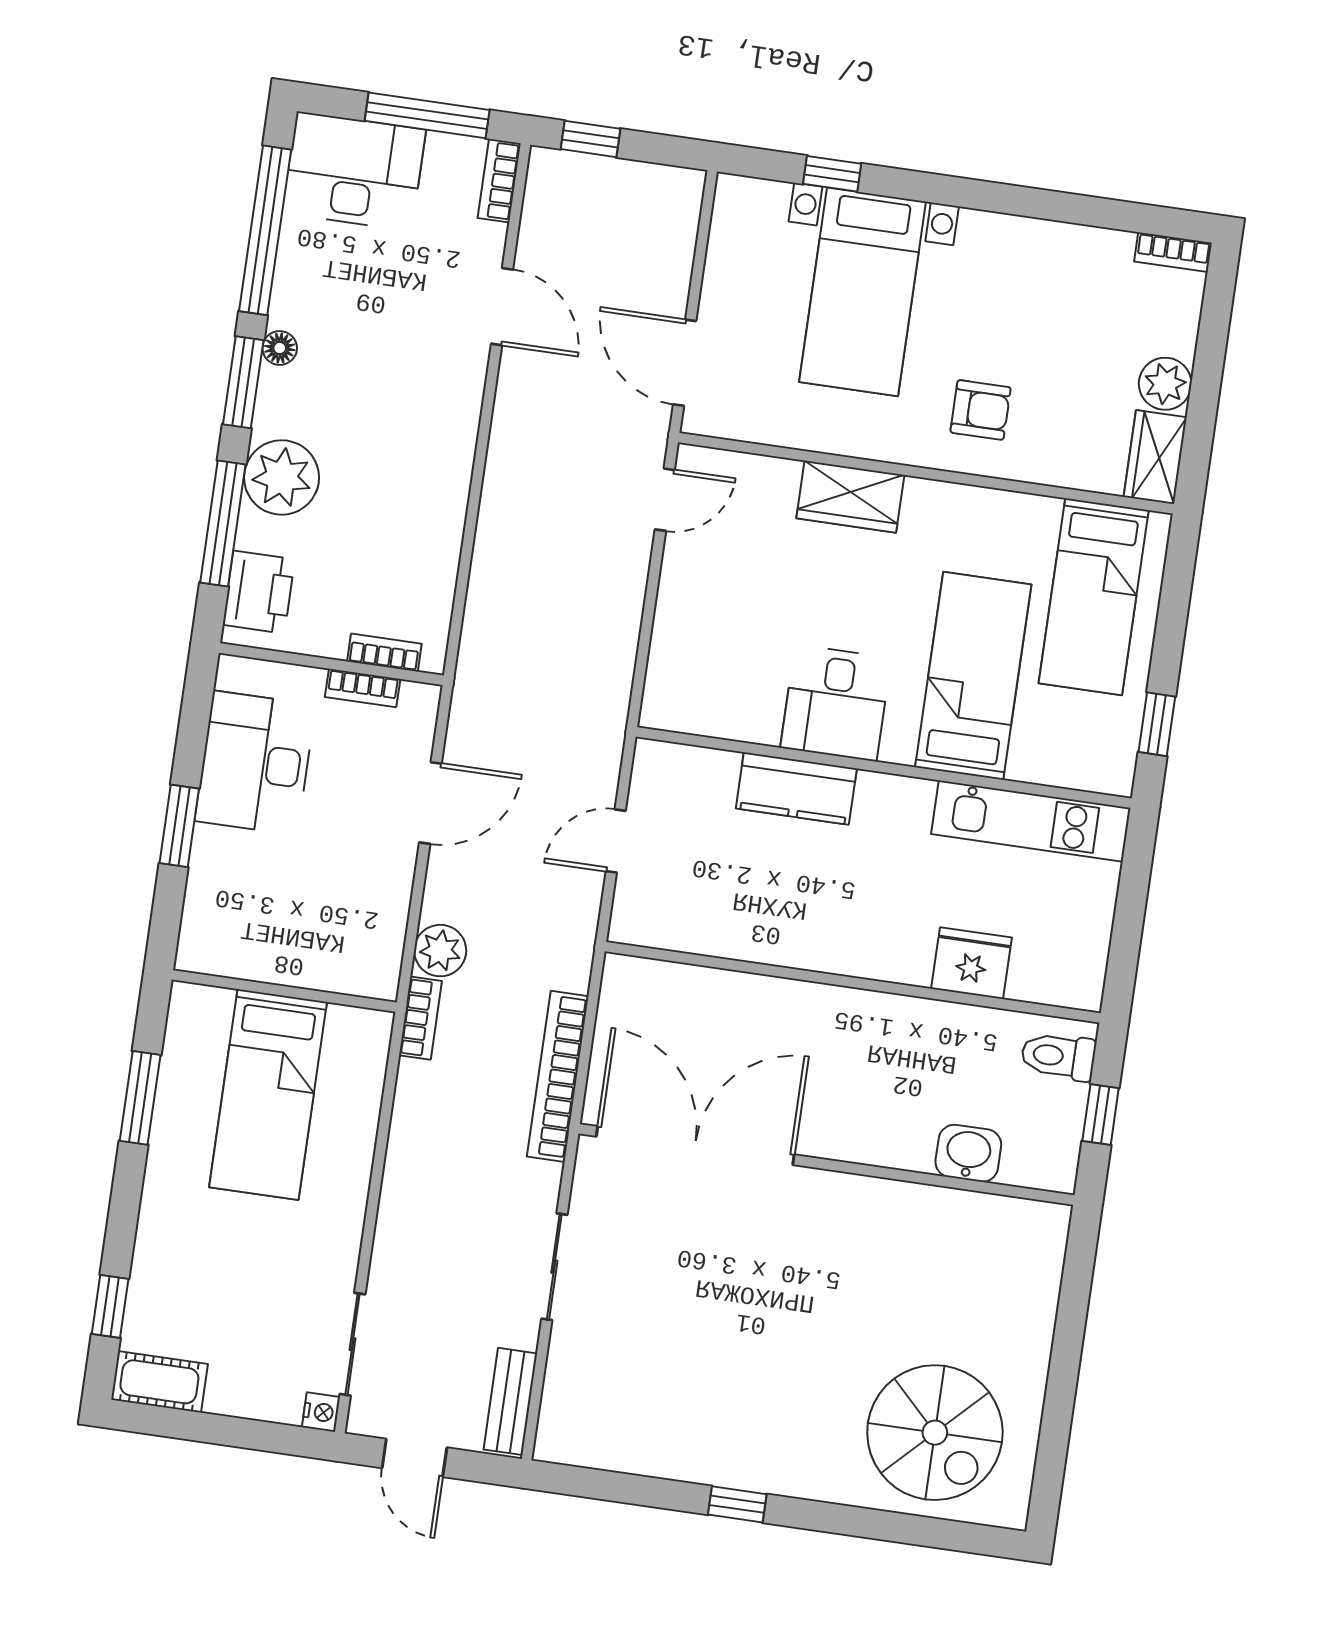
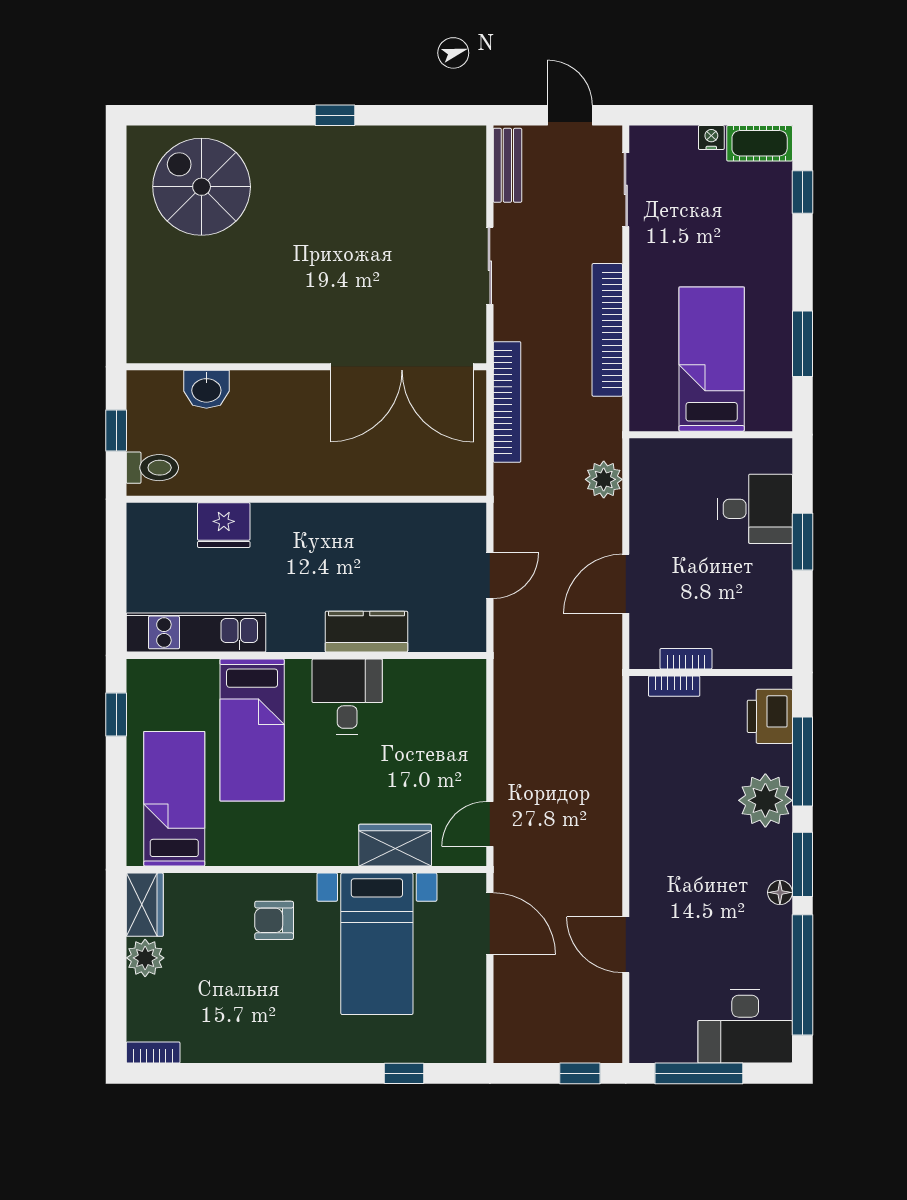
bookcase: (499, 181) -> (641, 1034), removed
bed with nightstands: (863, 292) -> (377, 944), moved, turned 180
wardrobe: (850, 497) -> (395, 845), moved
desk: (255, 763) -> (755, 509), moved, width x0.73
bookcase: (420, 1018) -> (607, 330), moved, width x2.31, depth x1.31
nightstand: (321, 1412) -> (711, 138), moved, turned 90

